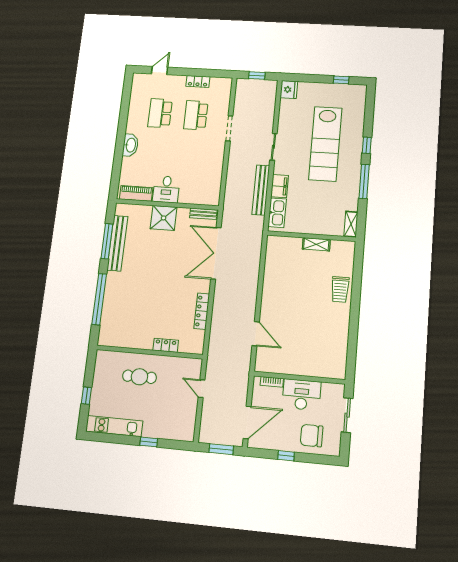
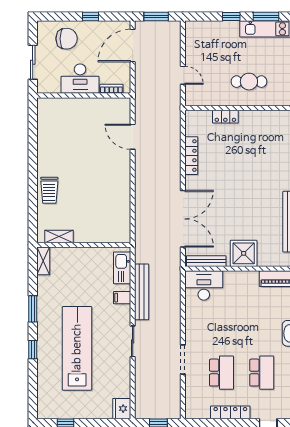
locker: (198, 81) -> (230, 412), width x1.53
window: (364, 181) -> (33, 309), width x0.69
filing cabinet: (280, 186) -> (122, 298), width x0.50
desk: (166, 189) -> (204, 286), moved, width x1.37
bench: (203, 214) -> (206, 261), width x1.36
shelving: (316, 244) -> (59, 236), moved
trolley: (340, 289) -> (49, 190), turned 180
window: (116, 439) -> (266, 16), added

